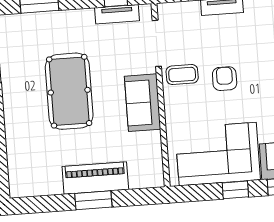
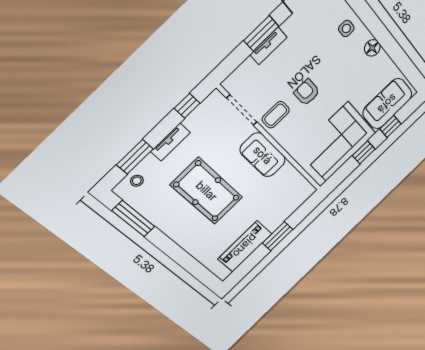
tv unit: (117, 14) -> (170, 142), moved
stool: (23, 26) -> (137, 181), added
piano: (95, 178) -> (245, 246), moved

